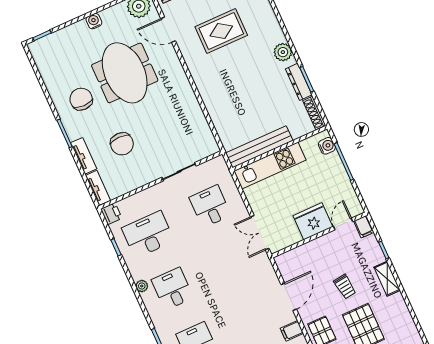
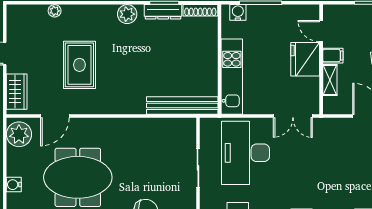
bench: (259, 147) -> (182, 106), moved, turned 90
desk: (210, 206) -> (245, 153), width x1.87, depth x1.30
filing cabinet: (364, 227) -> (333, 56), moved
shelving: (305, 250) -> (330, 80), added

